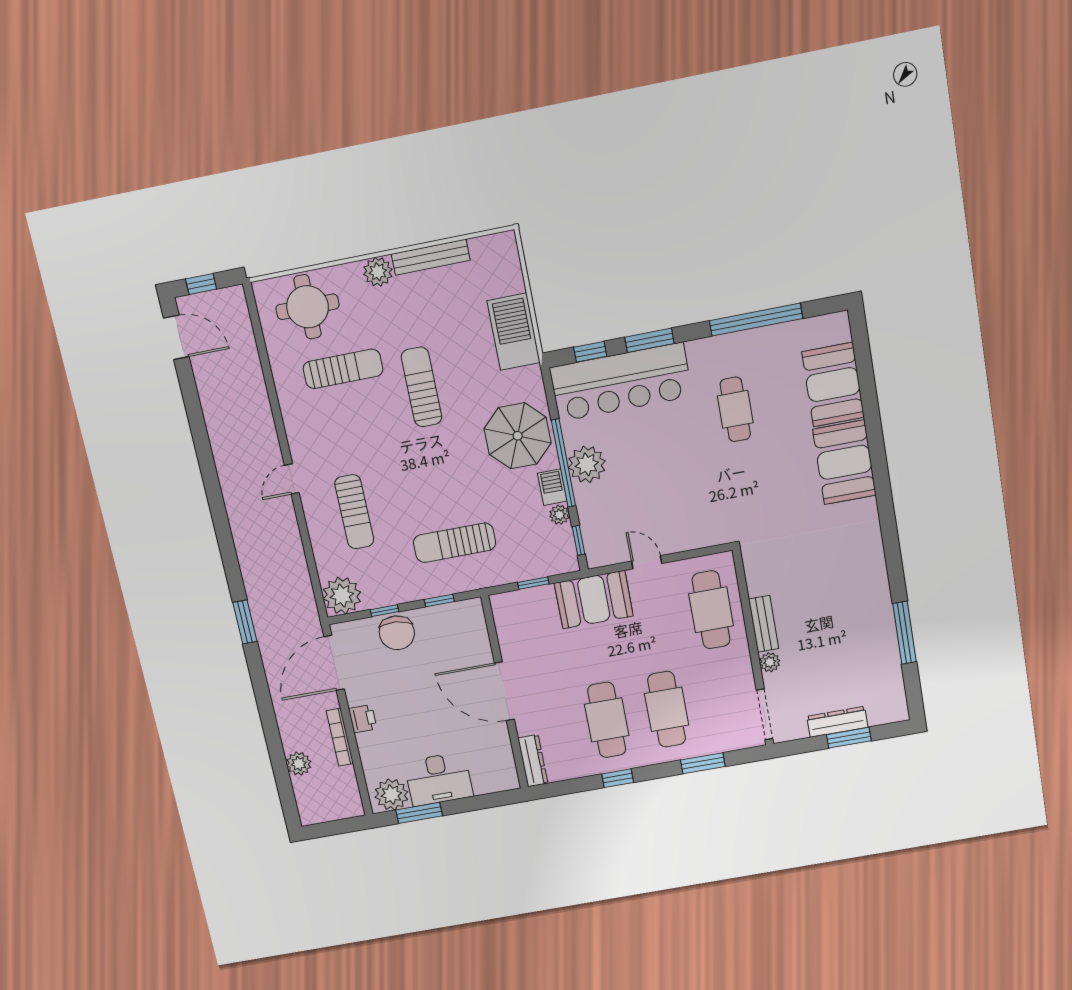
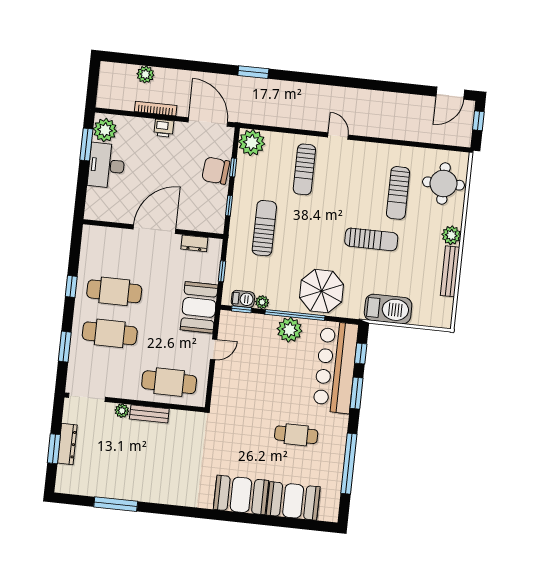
barbecue: (552, 487) -> (243, 299), moved
sun lounger: (354, 512) -> (304, 169), turned -90
dresser: (533, 761) -> (194, 243), moved, width x0.70

